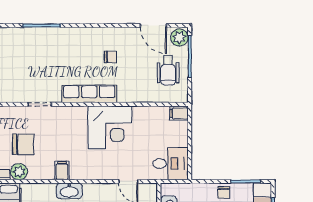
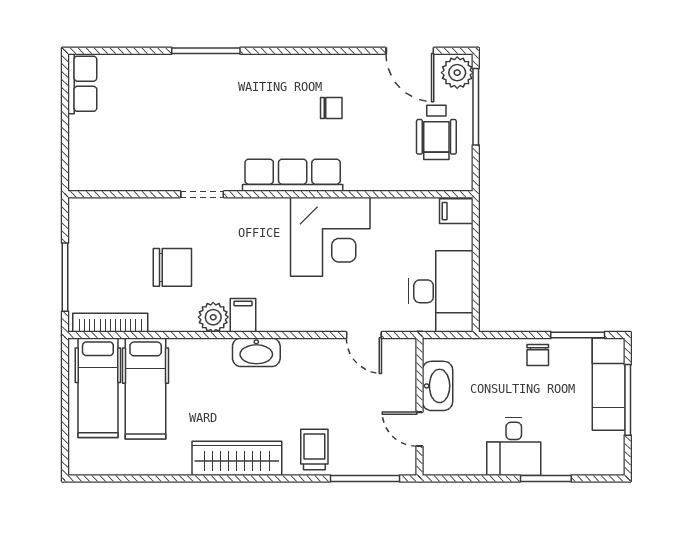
desk: (171, 164) -> (441, 291), width x1.37
plant: (19, 172) -> (213, 317), moved

